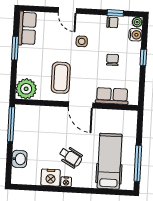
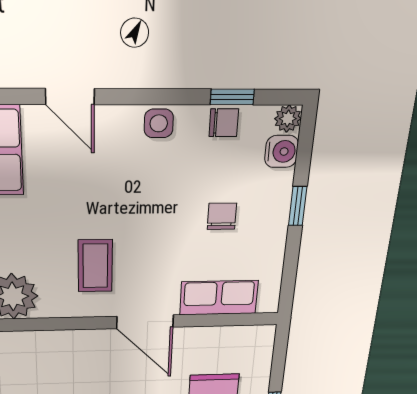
door: (67, 10) -> (70, 97), moved
side table: (82, 41) -> (159, 123), moved
coffee table: (61, 78) -> (95, 266), width x0.73, depth x0.77

